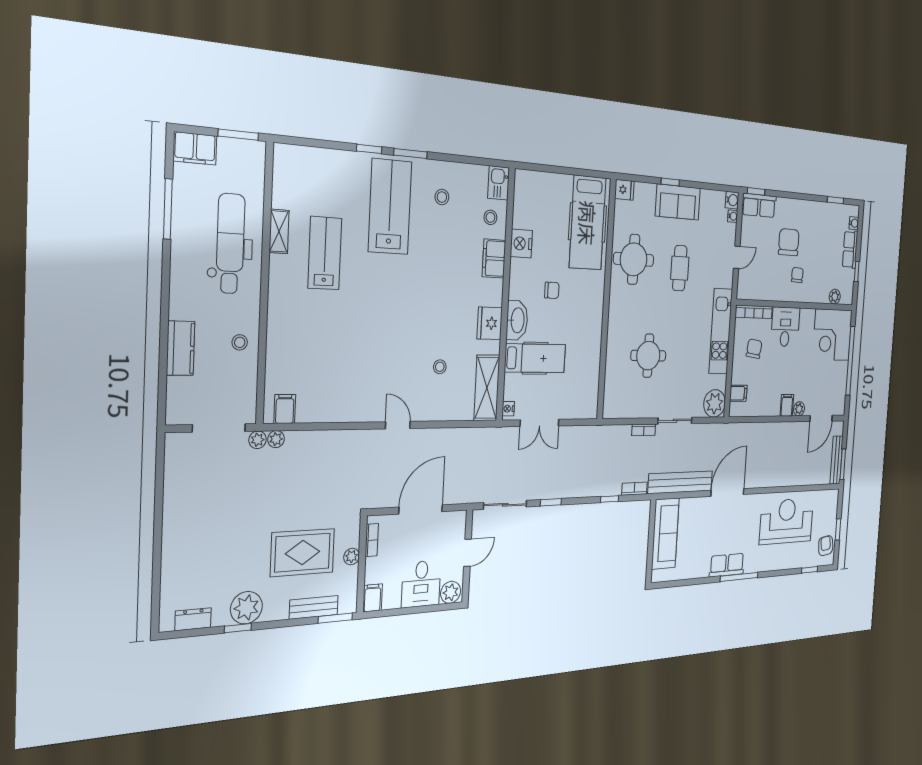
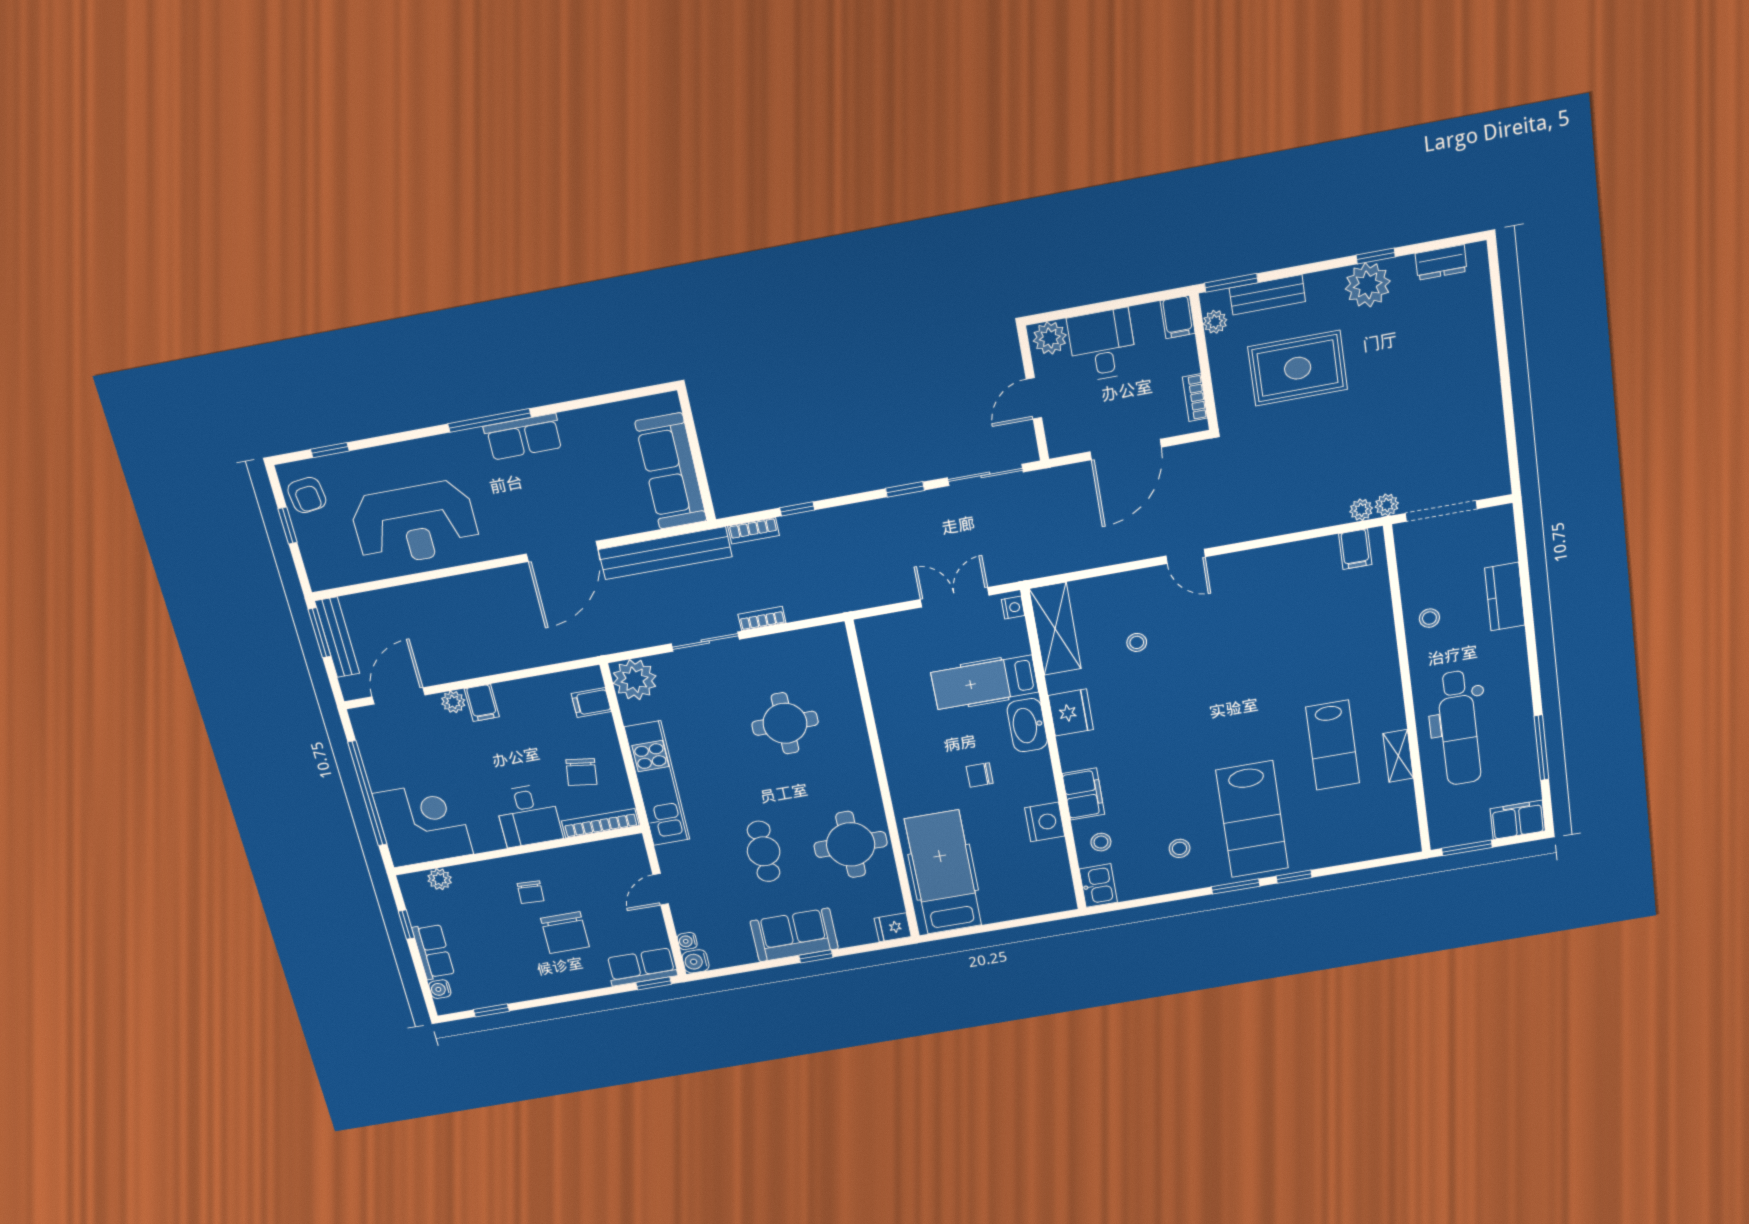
plant: (352, 557) -> (1215, 322), moved

